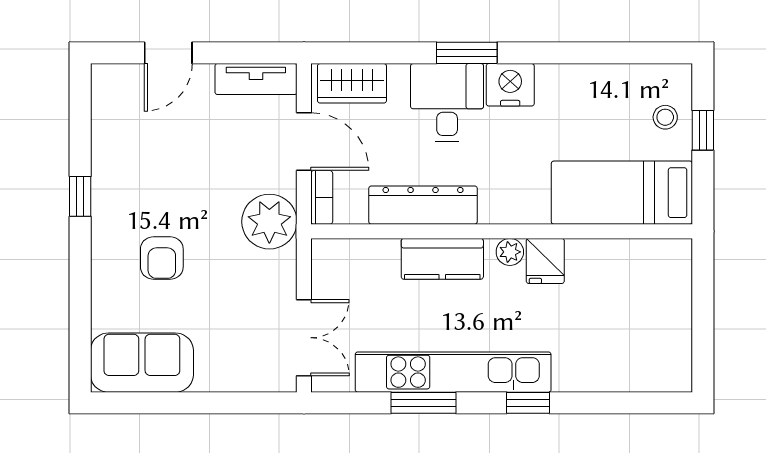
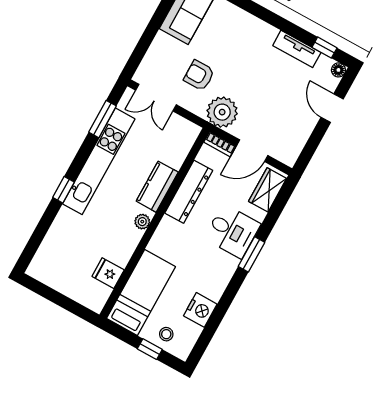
floor lamp: (103, 76) -> (338, 70), added
tv unit: (256, 79) -> (297, 49), moved, turned -90
nightstand: (510, 85) -> (200, 310), moved
window: (80, 196) -> (324, 48), moved
armchair: (162, 258) -> (199, 75), moved
fridge: (545, 261) -> (108, 273), moved
window: (423, 403) -> (102, 119), moved

